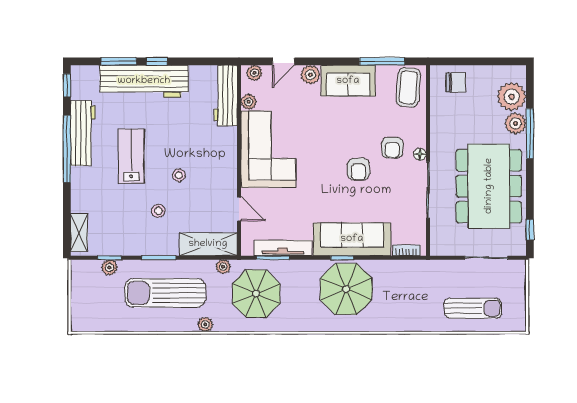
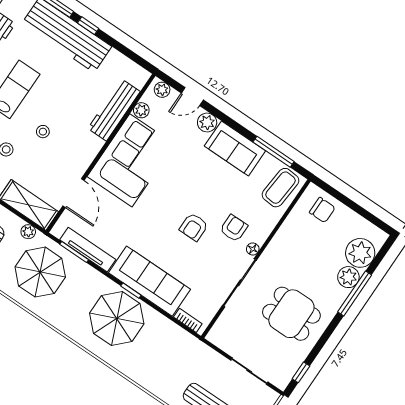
workbench: (226, 95) -> (114, 110), moved
armchair: (392, 148) -> (234, 228), turned 180
dining table: (489, 186) -> (291, 314), width x0.53, depth x0.80
door: (239, 209) -> (73, 193), width x1.38

